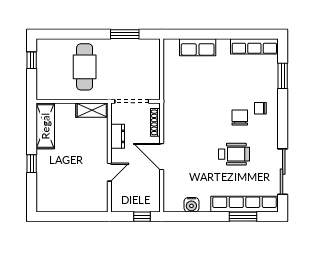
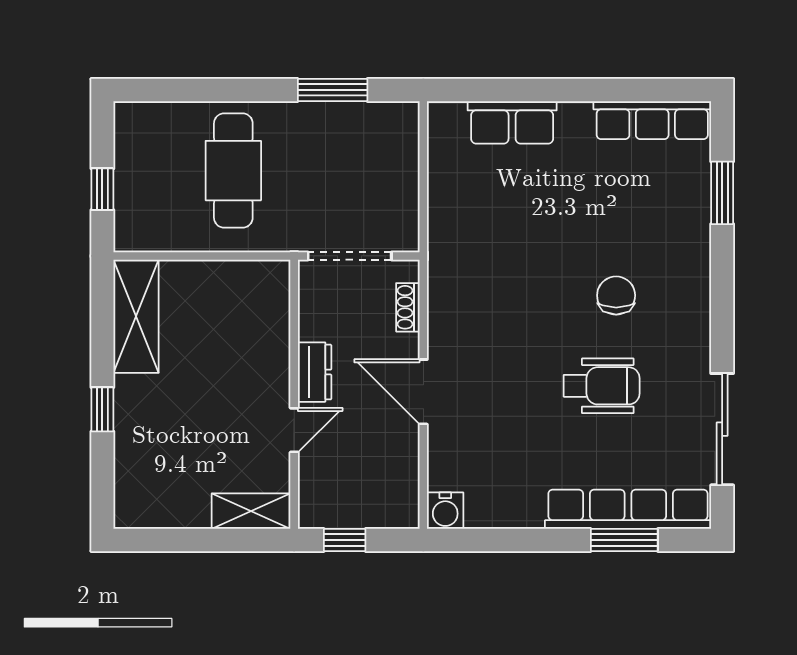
window: (32, 60) -> (102, 189), moved
chair: (260, 108) -> (667, 273), removed
shelving: (92, 110) -> (251, 511), moved
shoe rack: (155, 122) -> (408, 307), width x0.70
dresser: (118, 136) -> (315, 372), moved
water cooler: (191, 205) -> (445, 511), moved
window: (142, 217) -> (345, 540), moved

